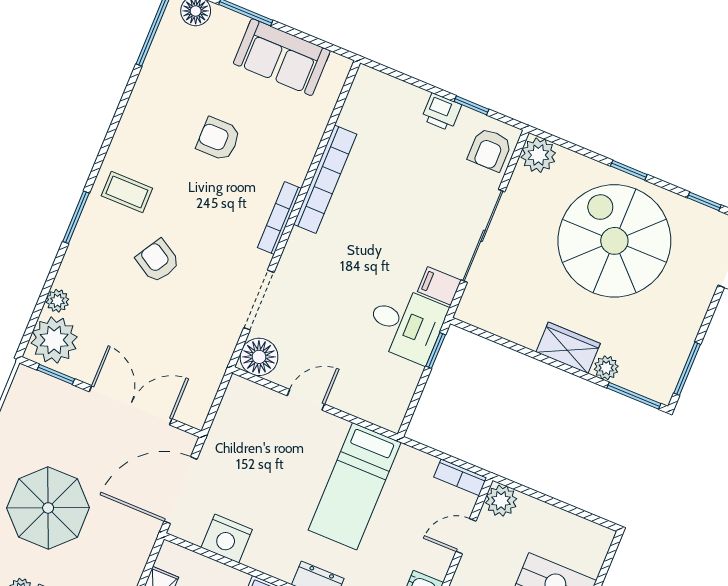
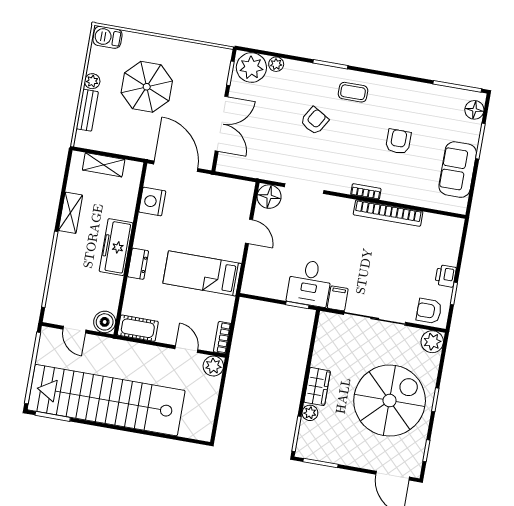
coffee table: (127, 192) -> (353, 92), turned 90
bookcase: (280, 218) -> (366, 192), width x0.64

